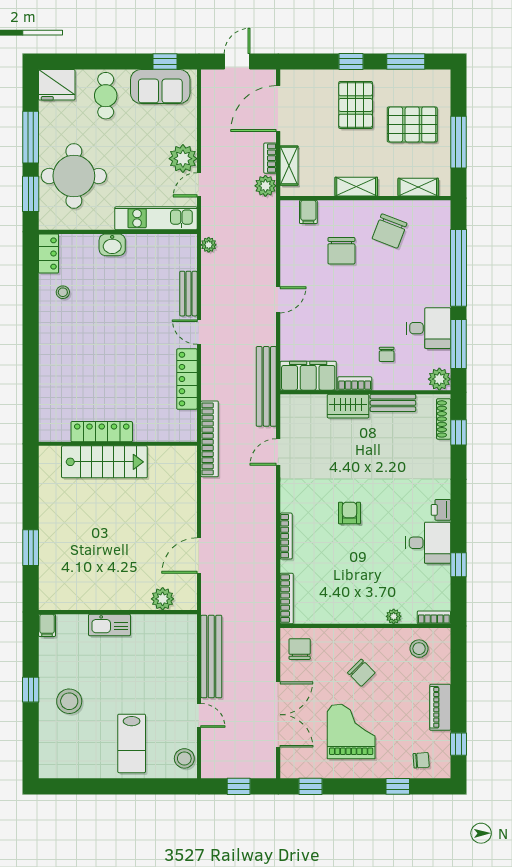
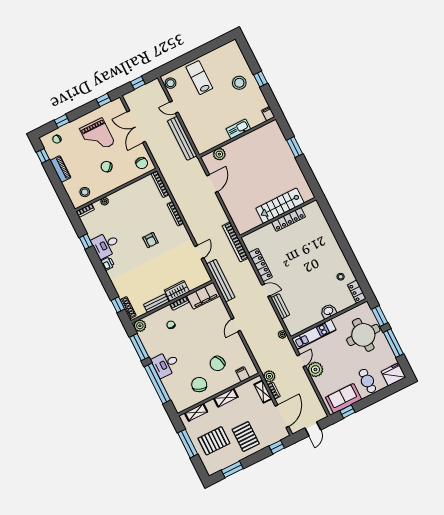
window: (351, 61) -> (277, 447), moved
chair: (341, 251) -> (218, 364), turned -112
desk: (428, 328) -> (166, 364), moved

